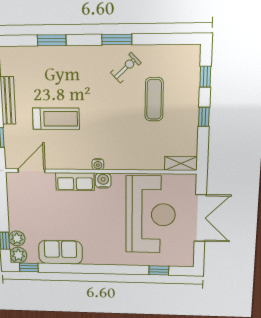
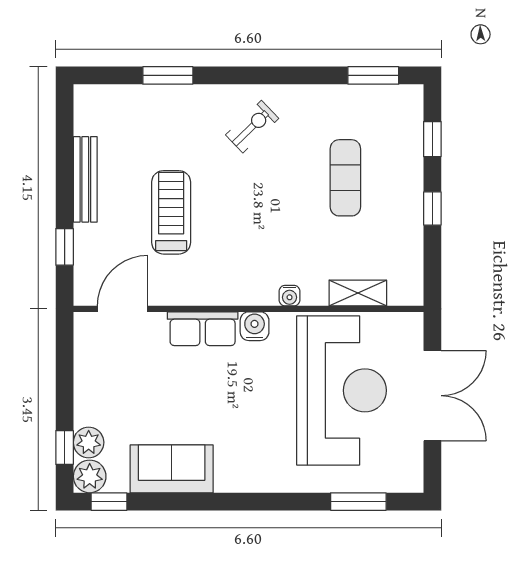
window: (117, 40) -> (373, 75), moved
exercise bike: (126, 68) -> (252, 127), moved
treadmill: (56, 119) -> (171, 212), turned -90
water cooler: (98, 164) -> (290, 296), moved
shelving: (181, 164) -> (358, 293), moved
window: (159, 270) -> (358, 502), width x1.50

